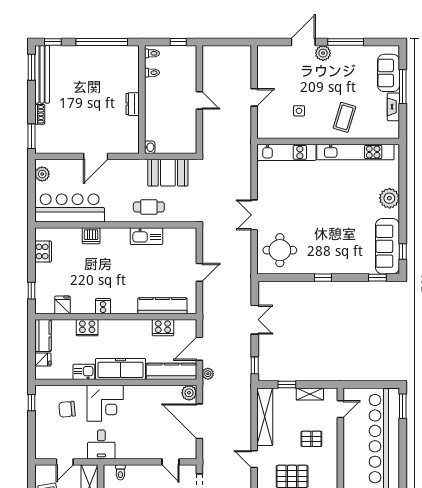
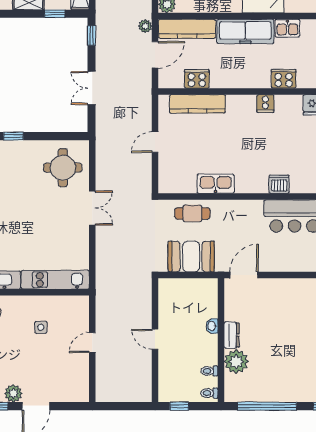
plant: (128, 81) -> (236, 362), added
washbasin: (150, 147) -> (212, 326), moved
door: (96, 156) -> (244, 275), moved
cafe table: (149, 207) -> (192, 213), moved

